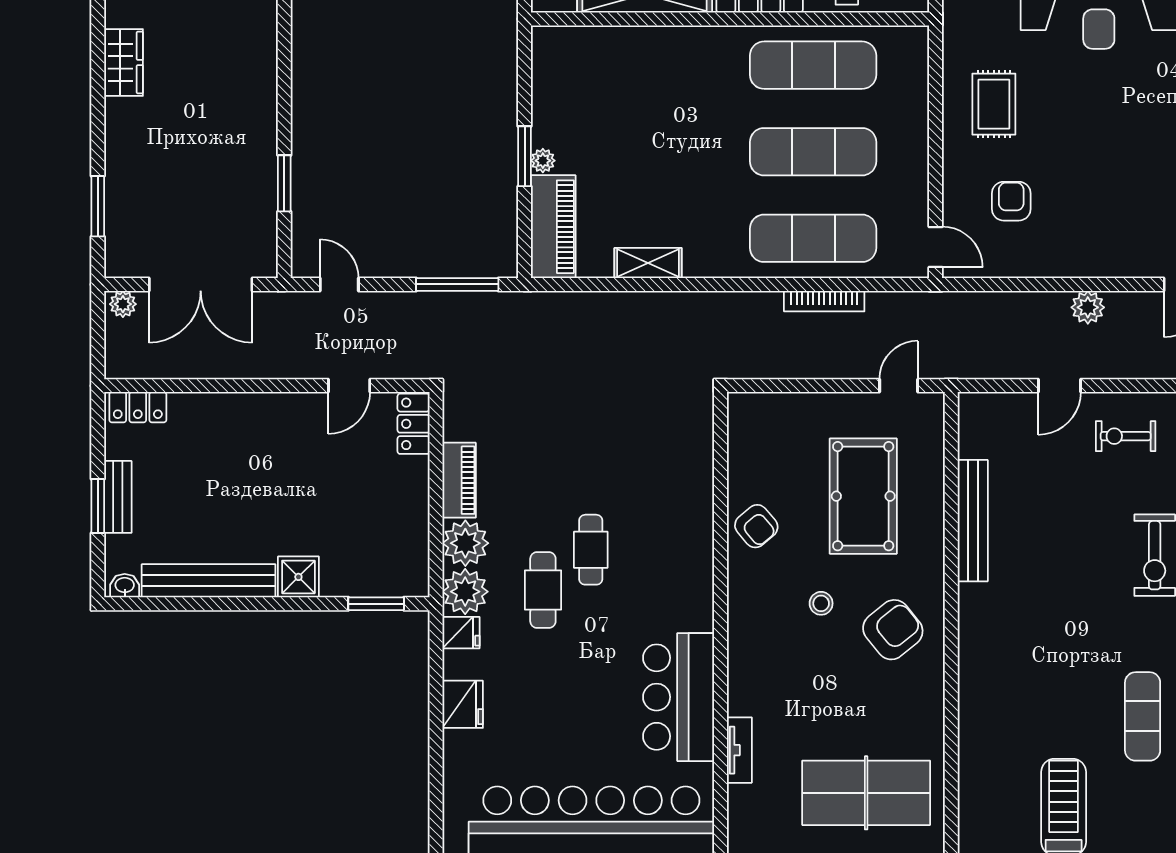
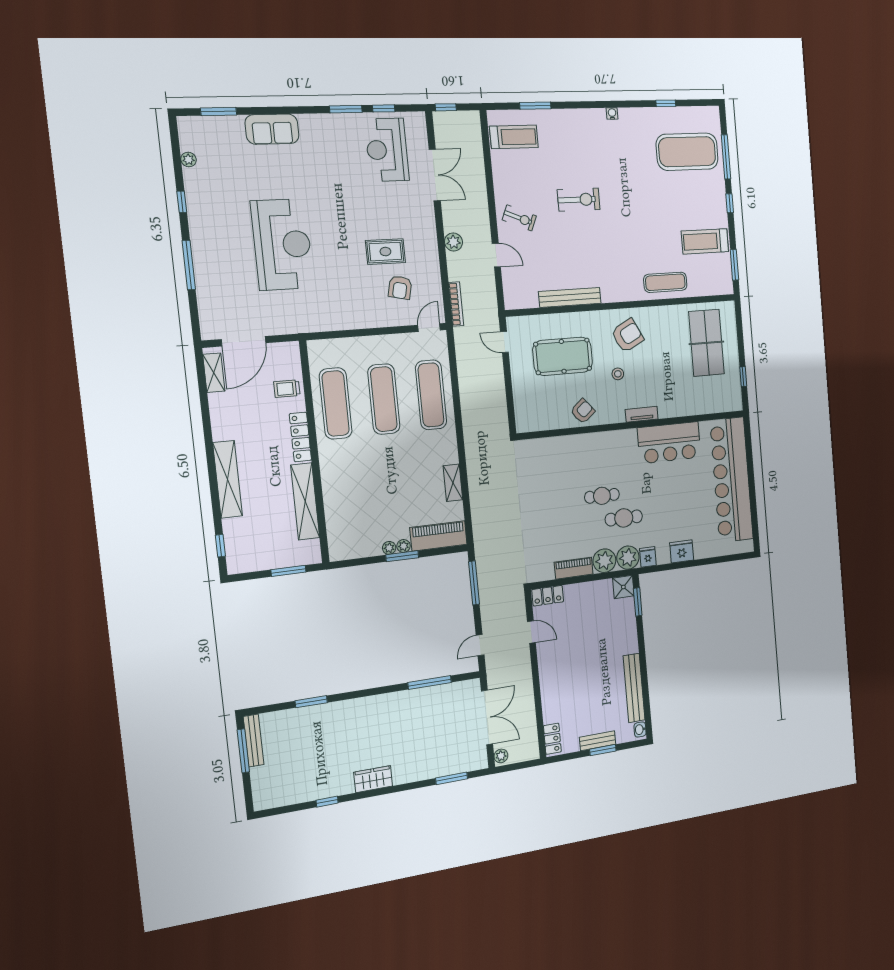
rug: (994, 104) -> (385, 252), moved
plant: (543, 134) -> (389, 548), added
window: (284, 183) -> (430, 683), width x1.44
armchair: (1011, 201) -> (400, 288), turned -77
bookcase: (824, 301) -> (456, 304), moved
exercise bike: (1126, 436) -> (519, 218), turned -67
shower: (298, 577) -> (623, 587), moved
armchair: (893, 630) -> (627, 335), turned 102
exercise mat: (1143, 716) -> (665, 282), moved
tv unit: (739, 750) -> (642, 414), moved

